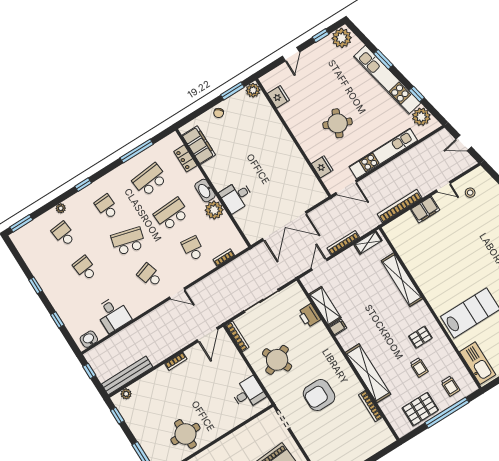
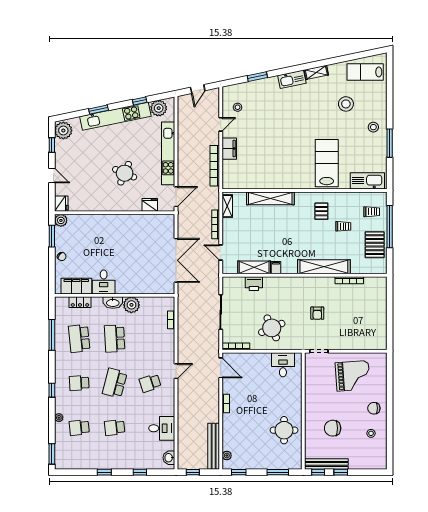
fridge: (278, 97) -> (61, 204), moved, turned 90
desk: (237, 196) -> (104, 282), moved
school desk: (193, 248) -> (150, 338), removed
armchair: (319, 395) -> (317, 313), width x0.53, depth x0.53

